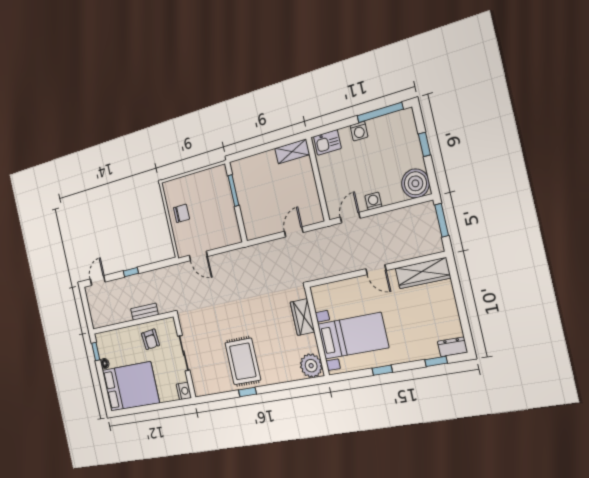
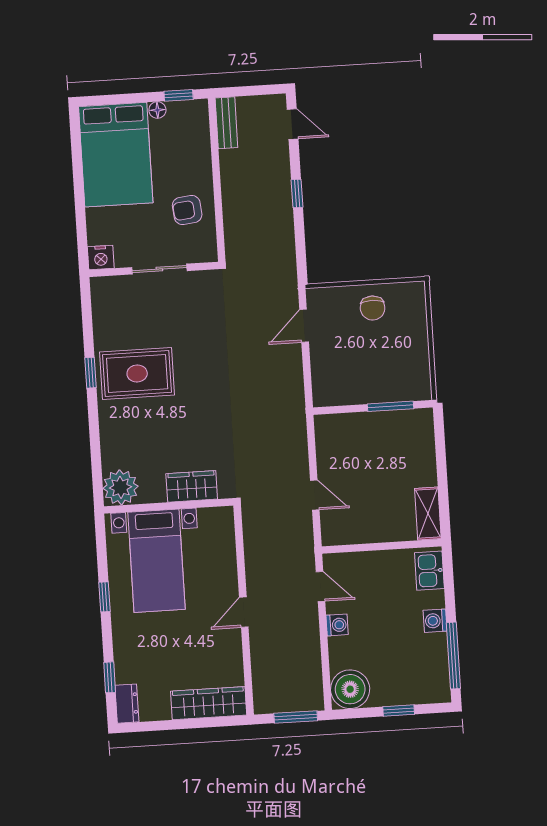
wardrobe: (423, 273) -> (209, 703), moved, turned 90
bench: (144, 312) -> (226, 123), moved

